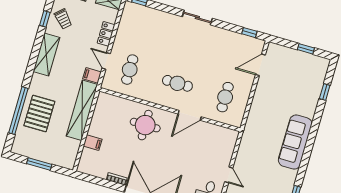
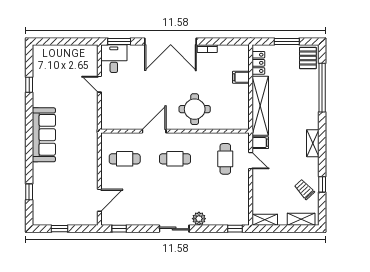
plant: (171, 20) -> (199, 219), added
locker: (106, 34) -> (258, 63), moved
shelving: (46, 55) -> (313, 143), width x0.67, depth x0.75
cafe table: (225, 97) -> (125, 159), turned 90
pallet: (39, 113) -> (308, 58), moved, width x0.67, depth x0.71

